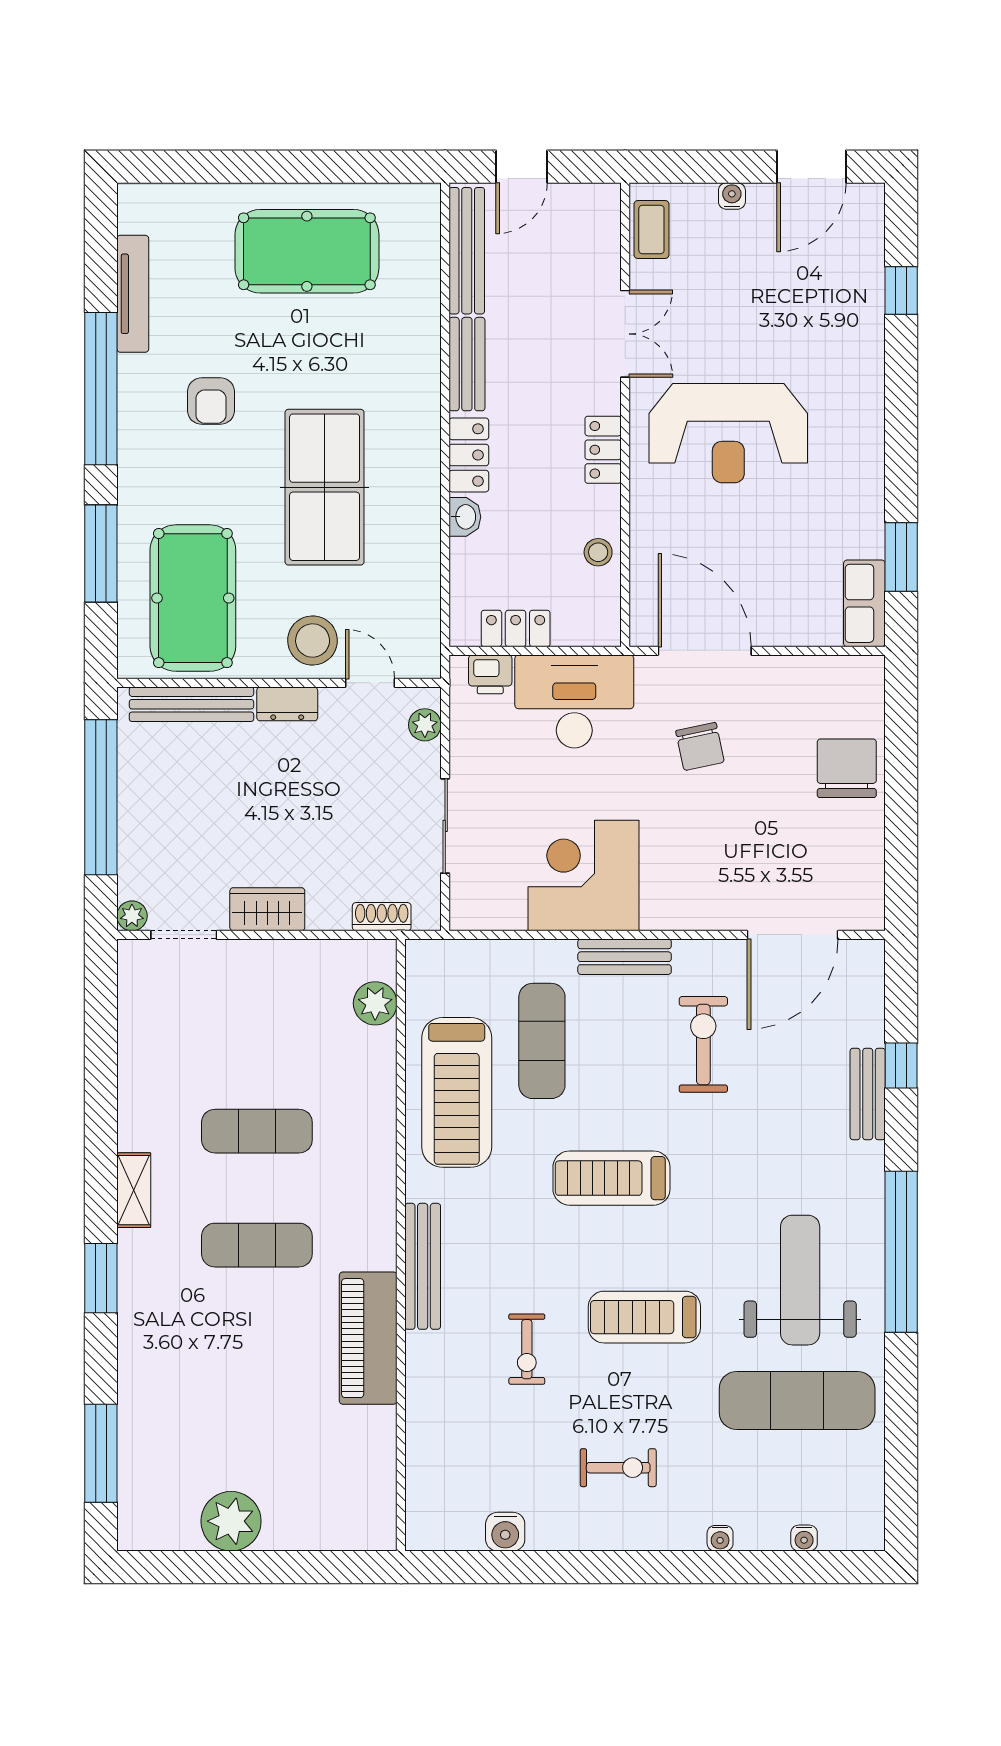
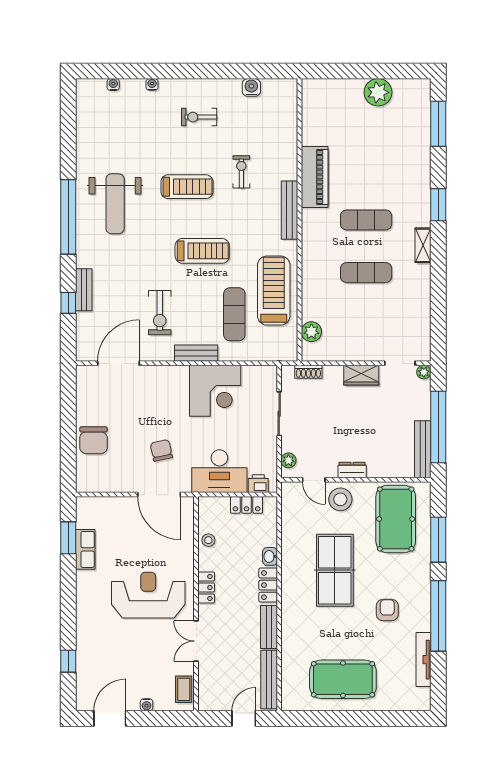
row of seats: (864, 603) -> (85, 549), moved
bench: (191, 704) -> (423, 449), moved, turned 90
exercise mat: (797, 1400) -> (116, 148), removed

